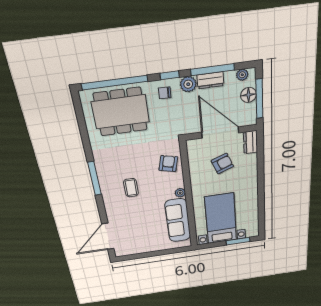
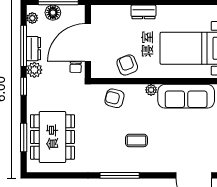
window: (115, 83) -> (24, 137), width x0.47
chair: (165, 93) -> (76, 67), moved
dresser: (251, 142) -> (143, 12), moved
armchair: (222, 164) -> (127, 65), moved

